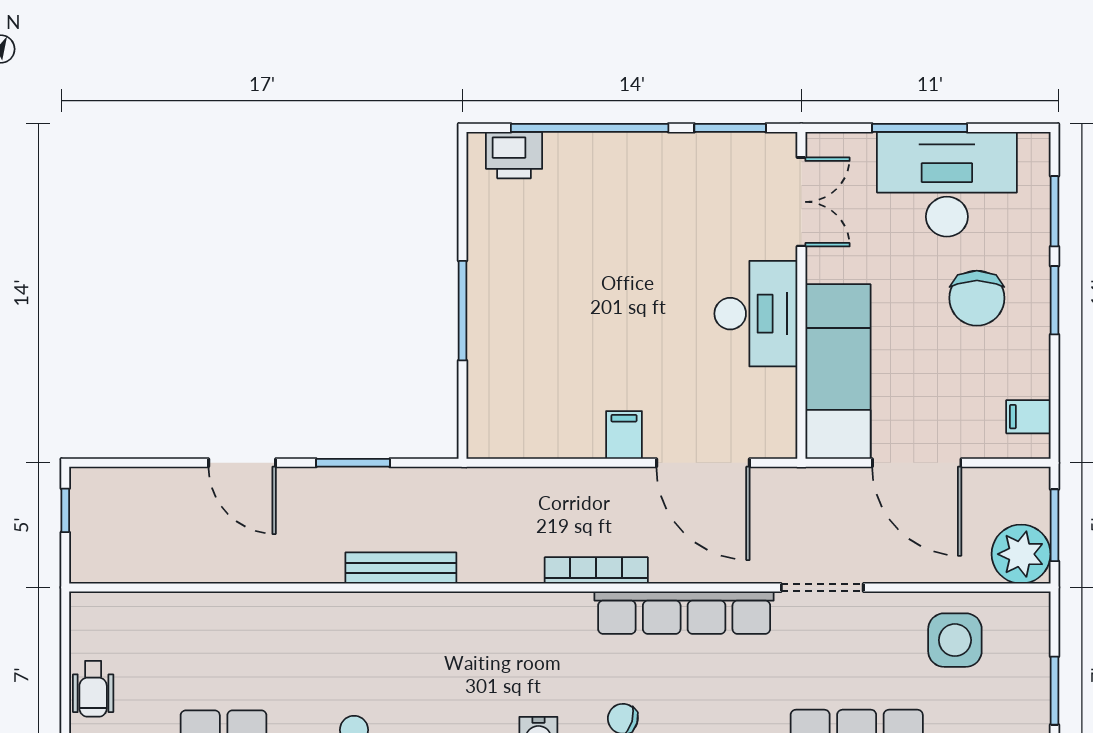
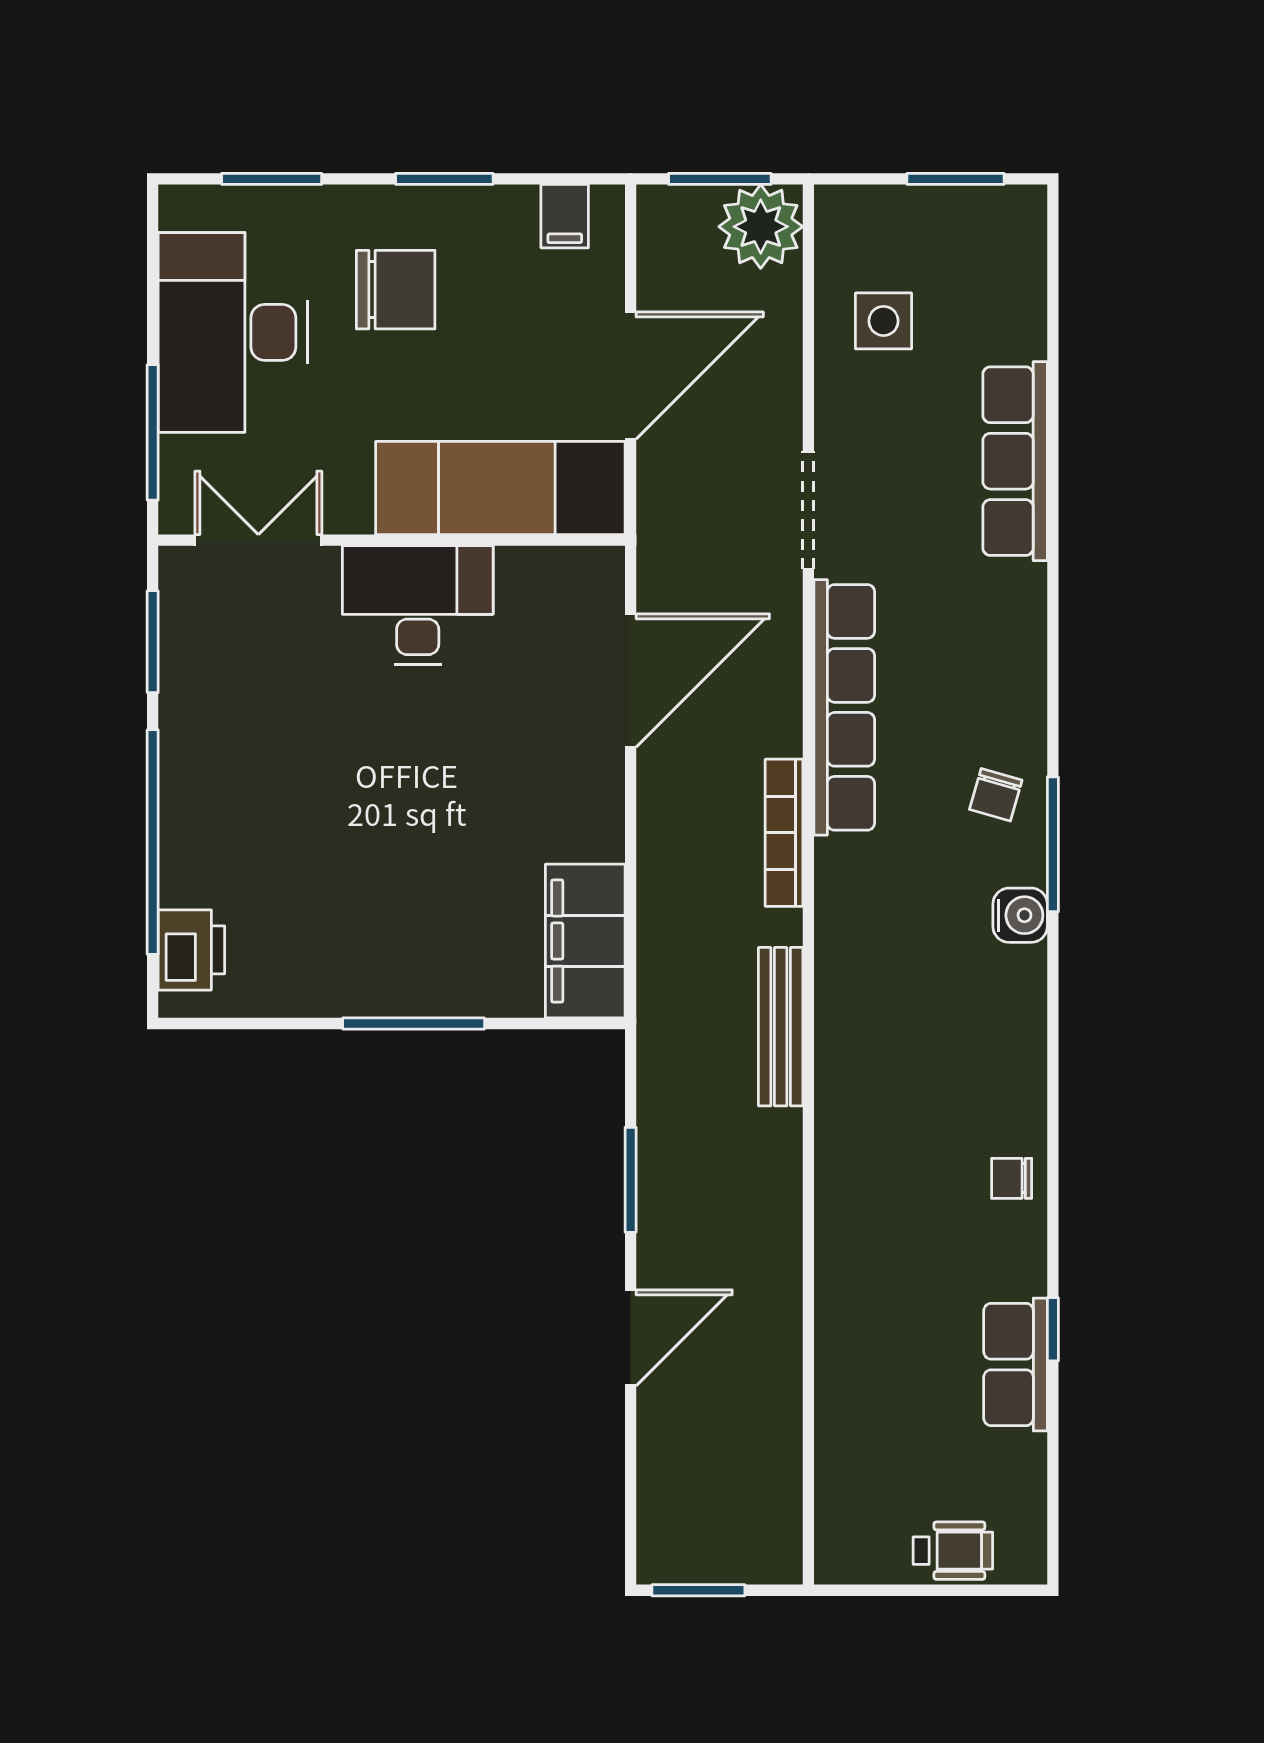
window: (920, 128) -> (153, 432), moved
window: (1055, 300) -> (444, 179), moved
filing cabinet: (624, 435) -> (585, 941), moved, width x3.00, depth x1.17
window: (65, 510) -> (698, 1590), width x1.50
bench: (401, 568) -> (781, 1027), moved
side table: (955, 640) -> (883, 321), width x0.73, depth x0.73

